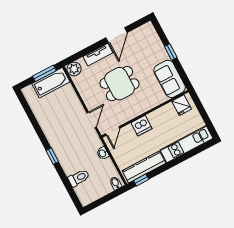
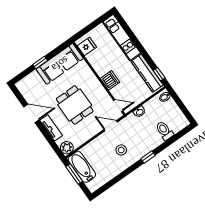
sofa: (170, 79) -> (60, 64), width x1.36
stool: (64, 128) -> (121, 150), added

